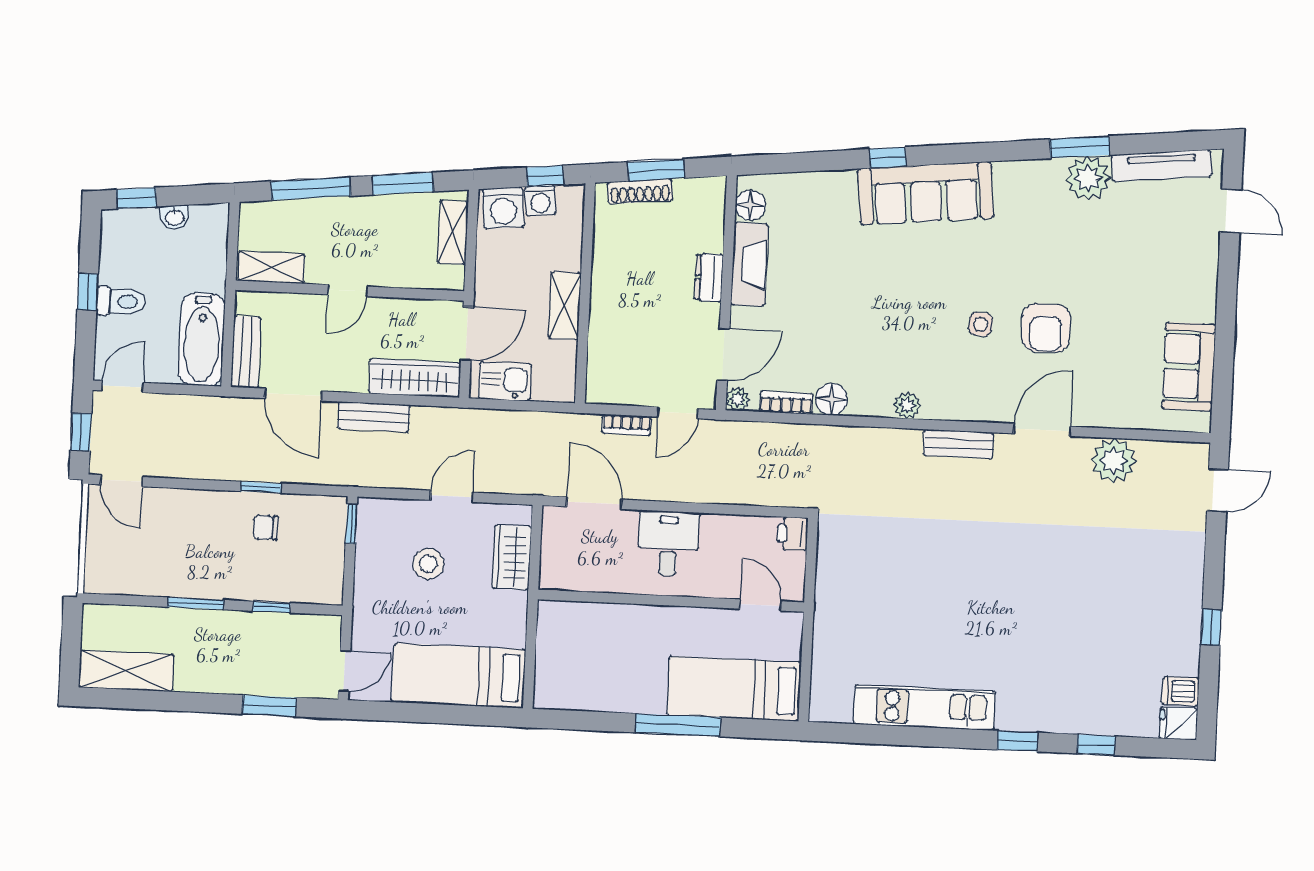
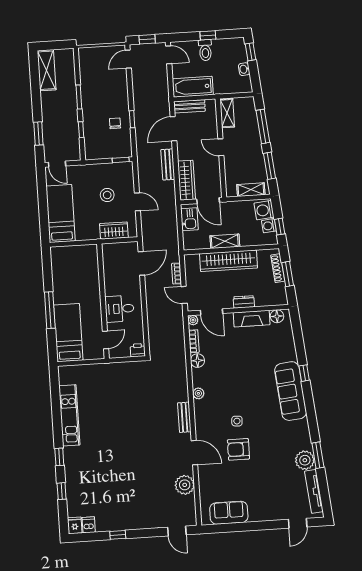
wardrobe: (611, 302) -> (228, 261), added
desk: (668, 544) -> (120, 309), moved, turned 180

